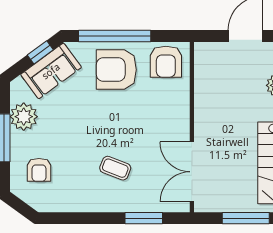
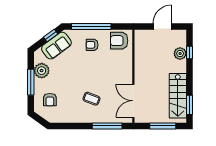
armchair: (166, 62) -> (119, 41), turned 90
armchair: (116, 70) -> (92, 45), width x0.53, depth x0.53
window: (144, 218) -> (107, 126), width x1.44

